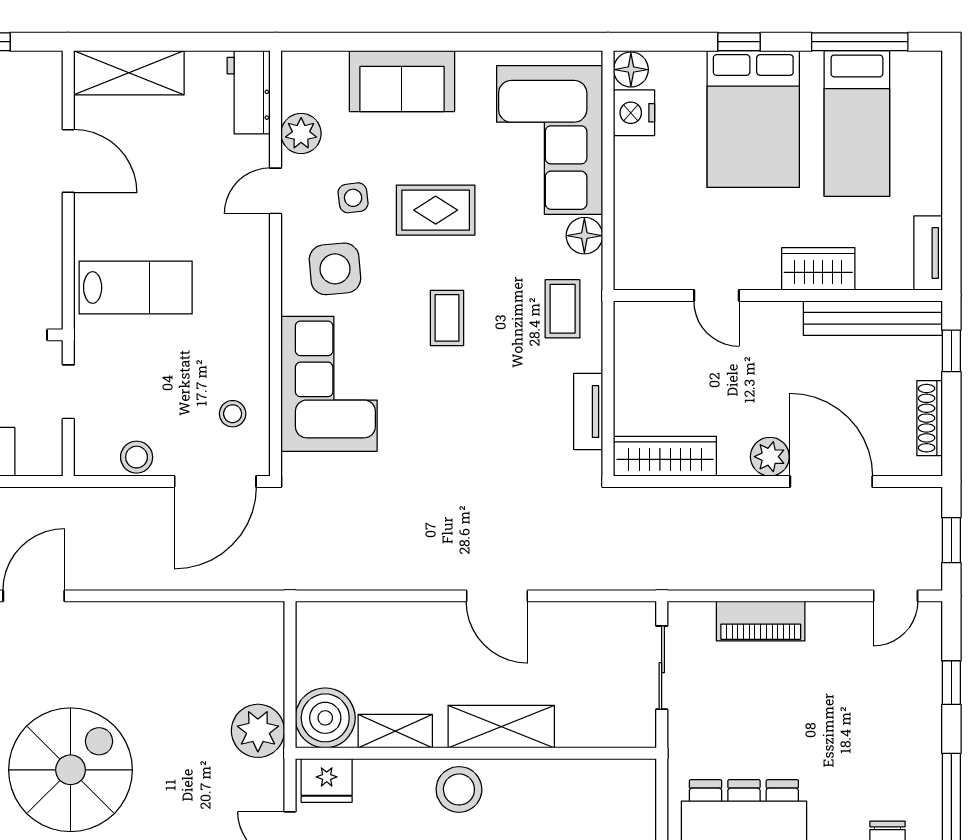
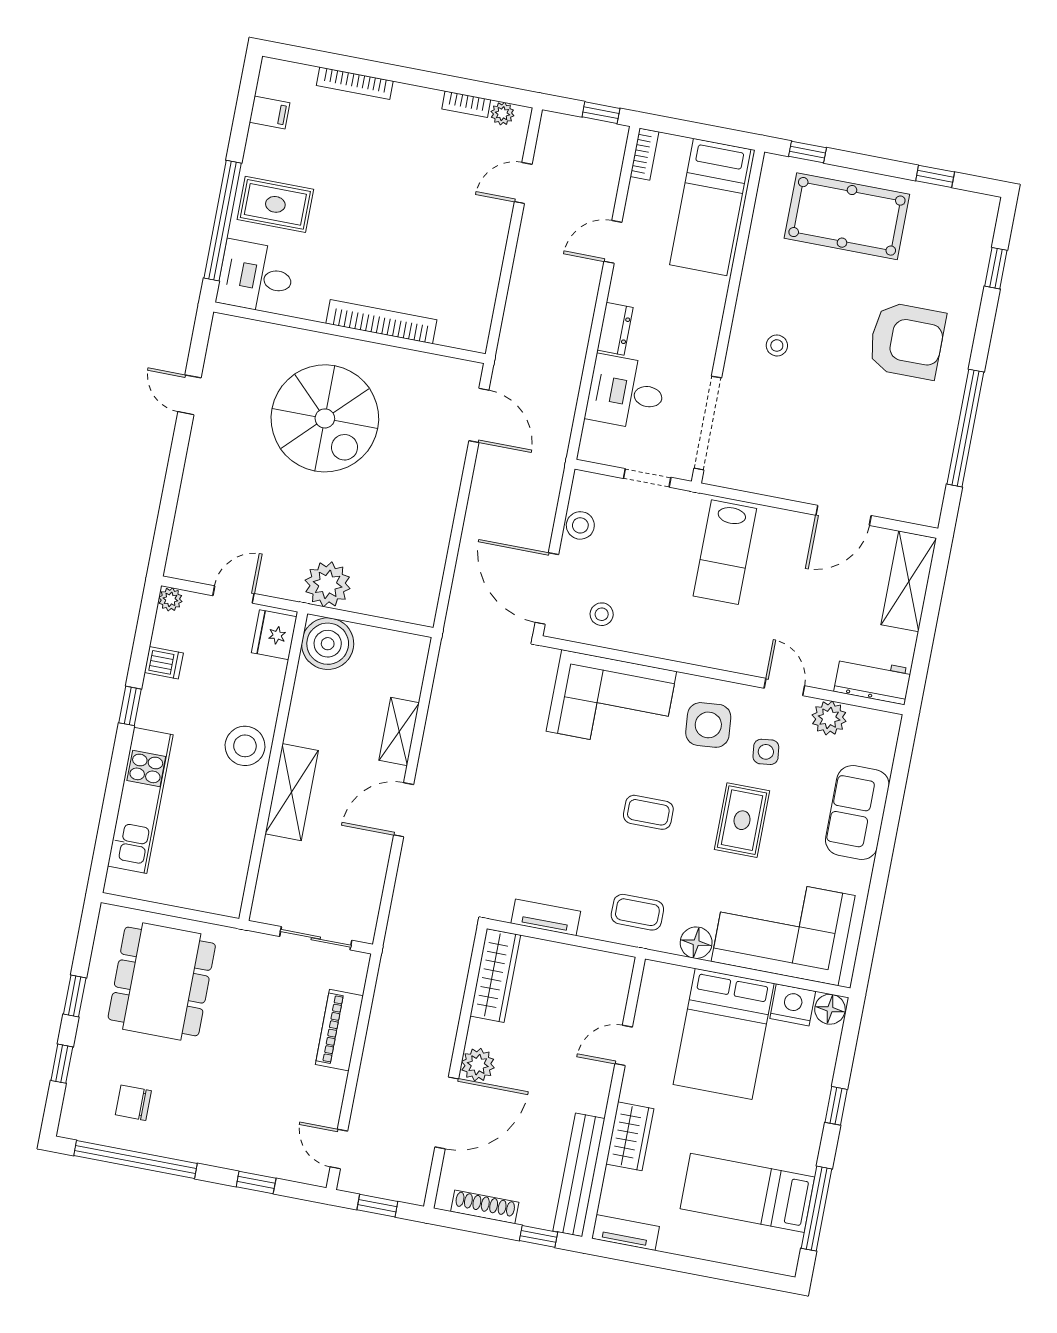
bed: (753, 119) -> (724, 1034), moved, turned -90
shelving: (395, 731) -> (399, 731), moved

